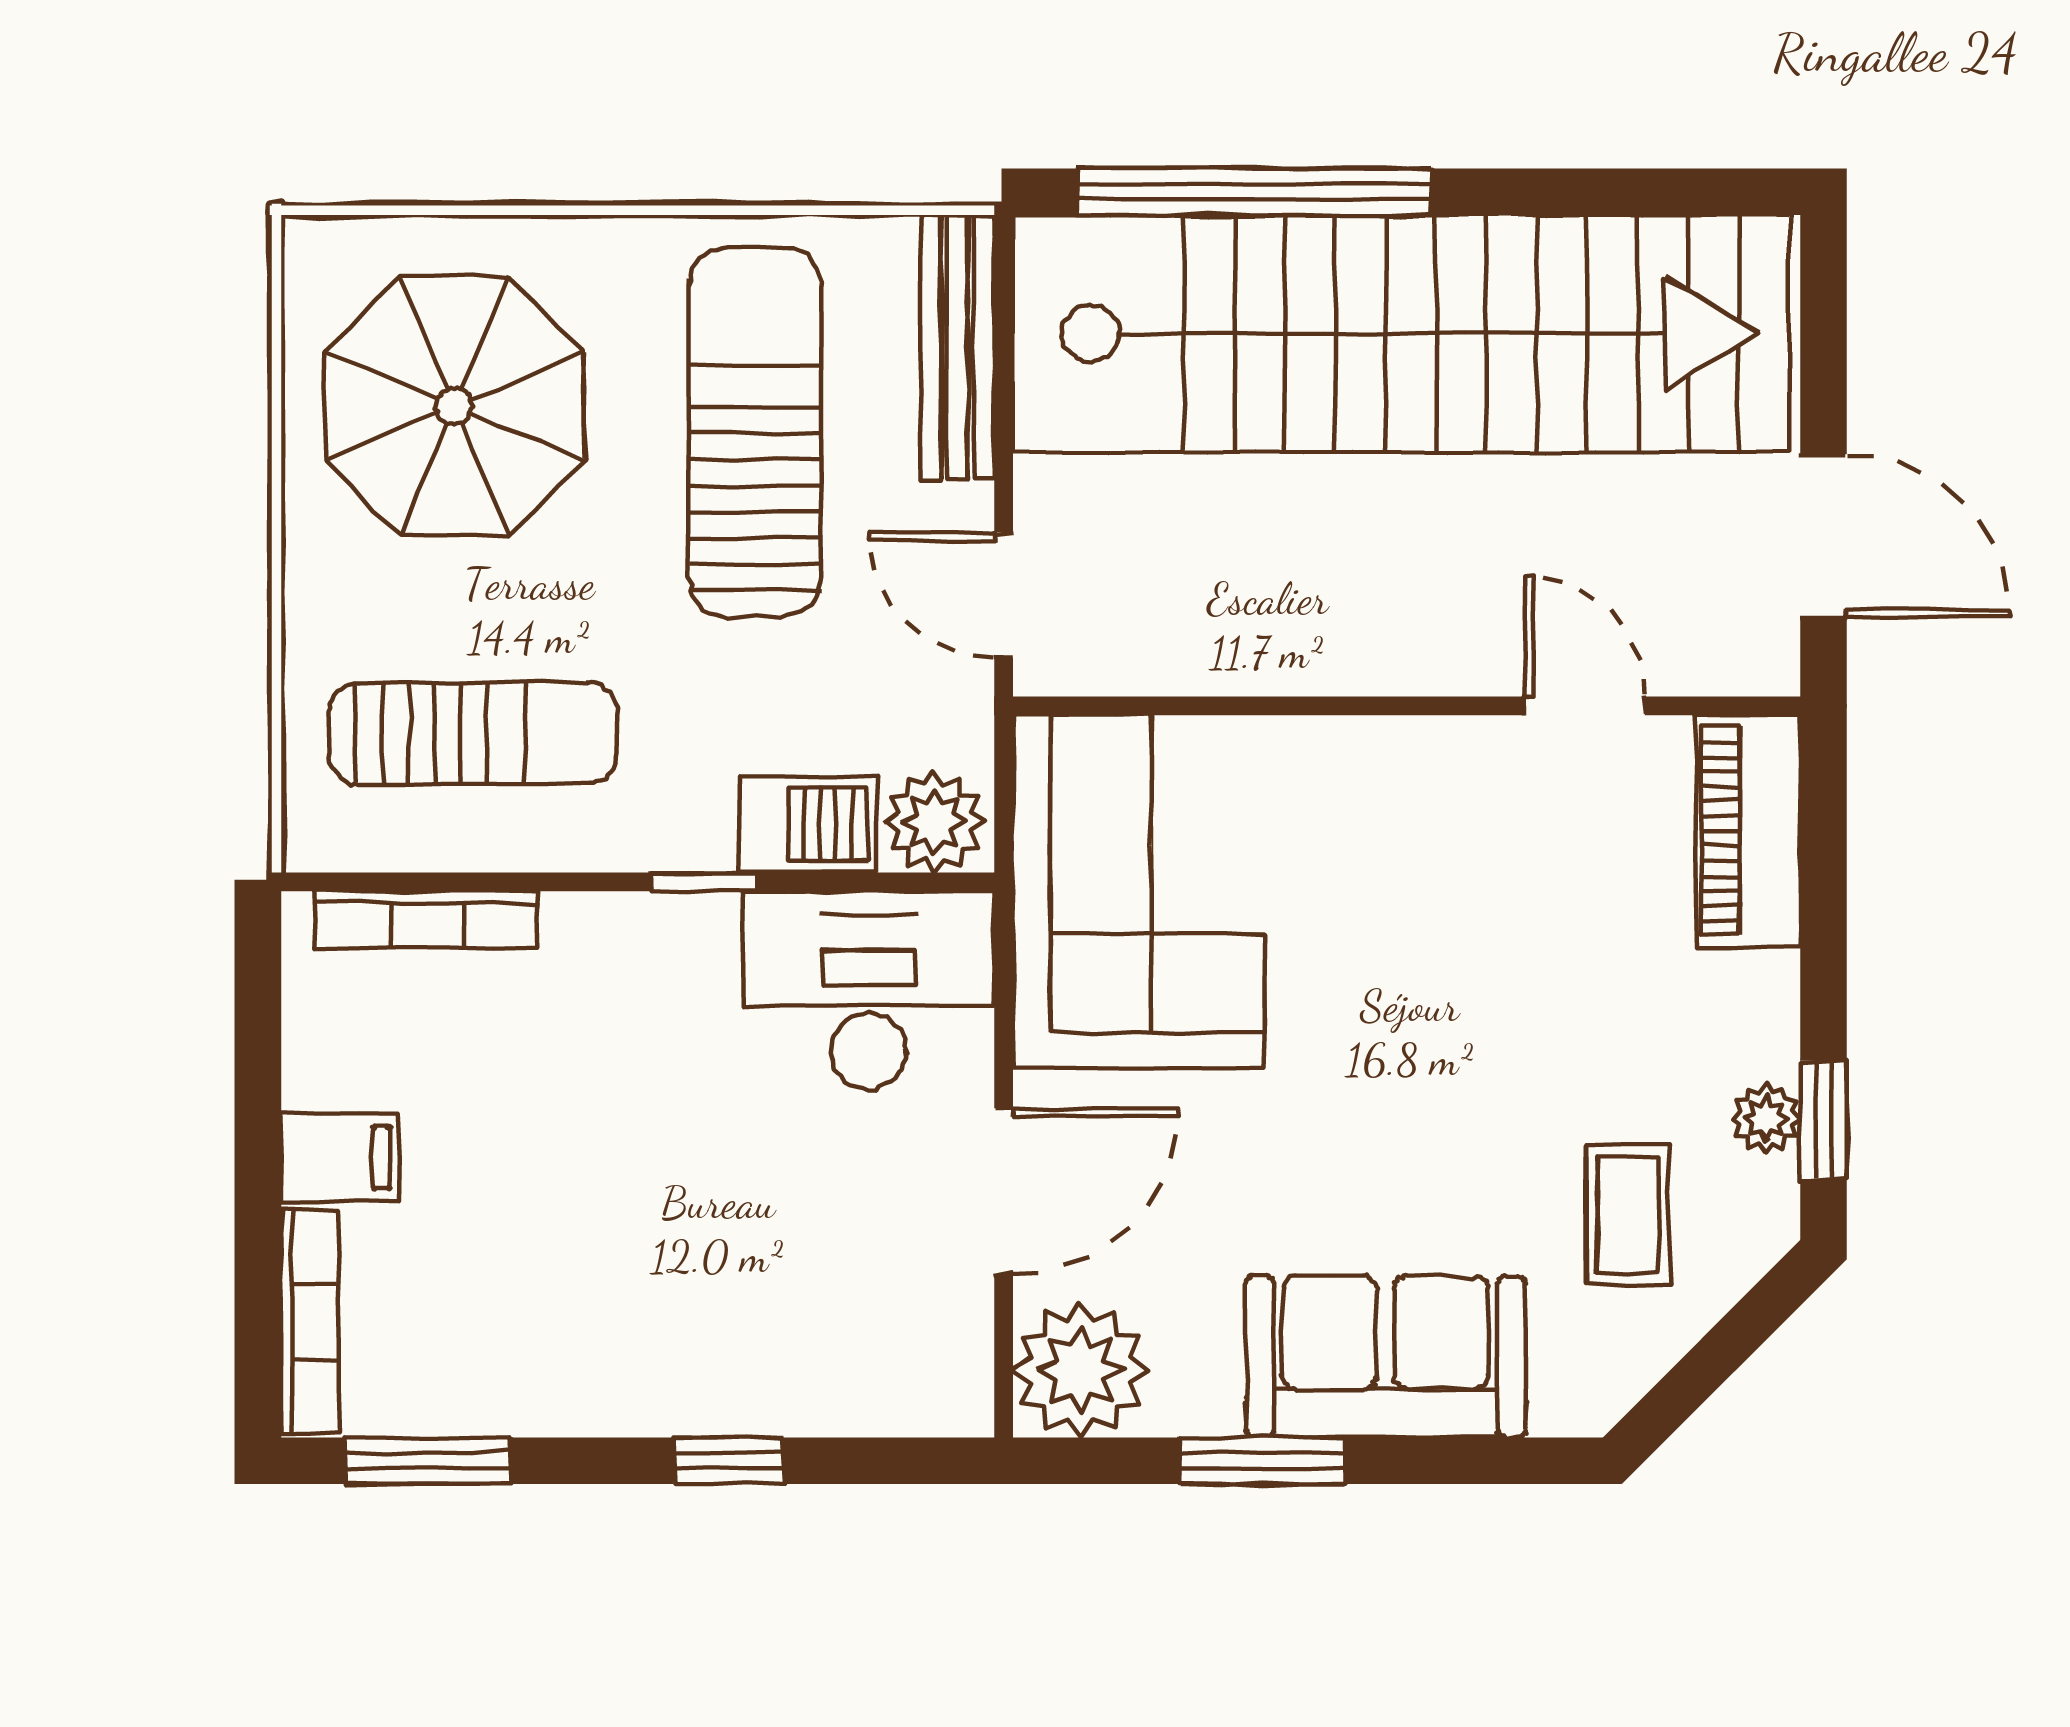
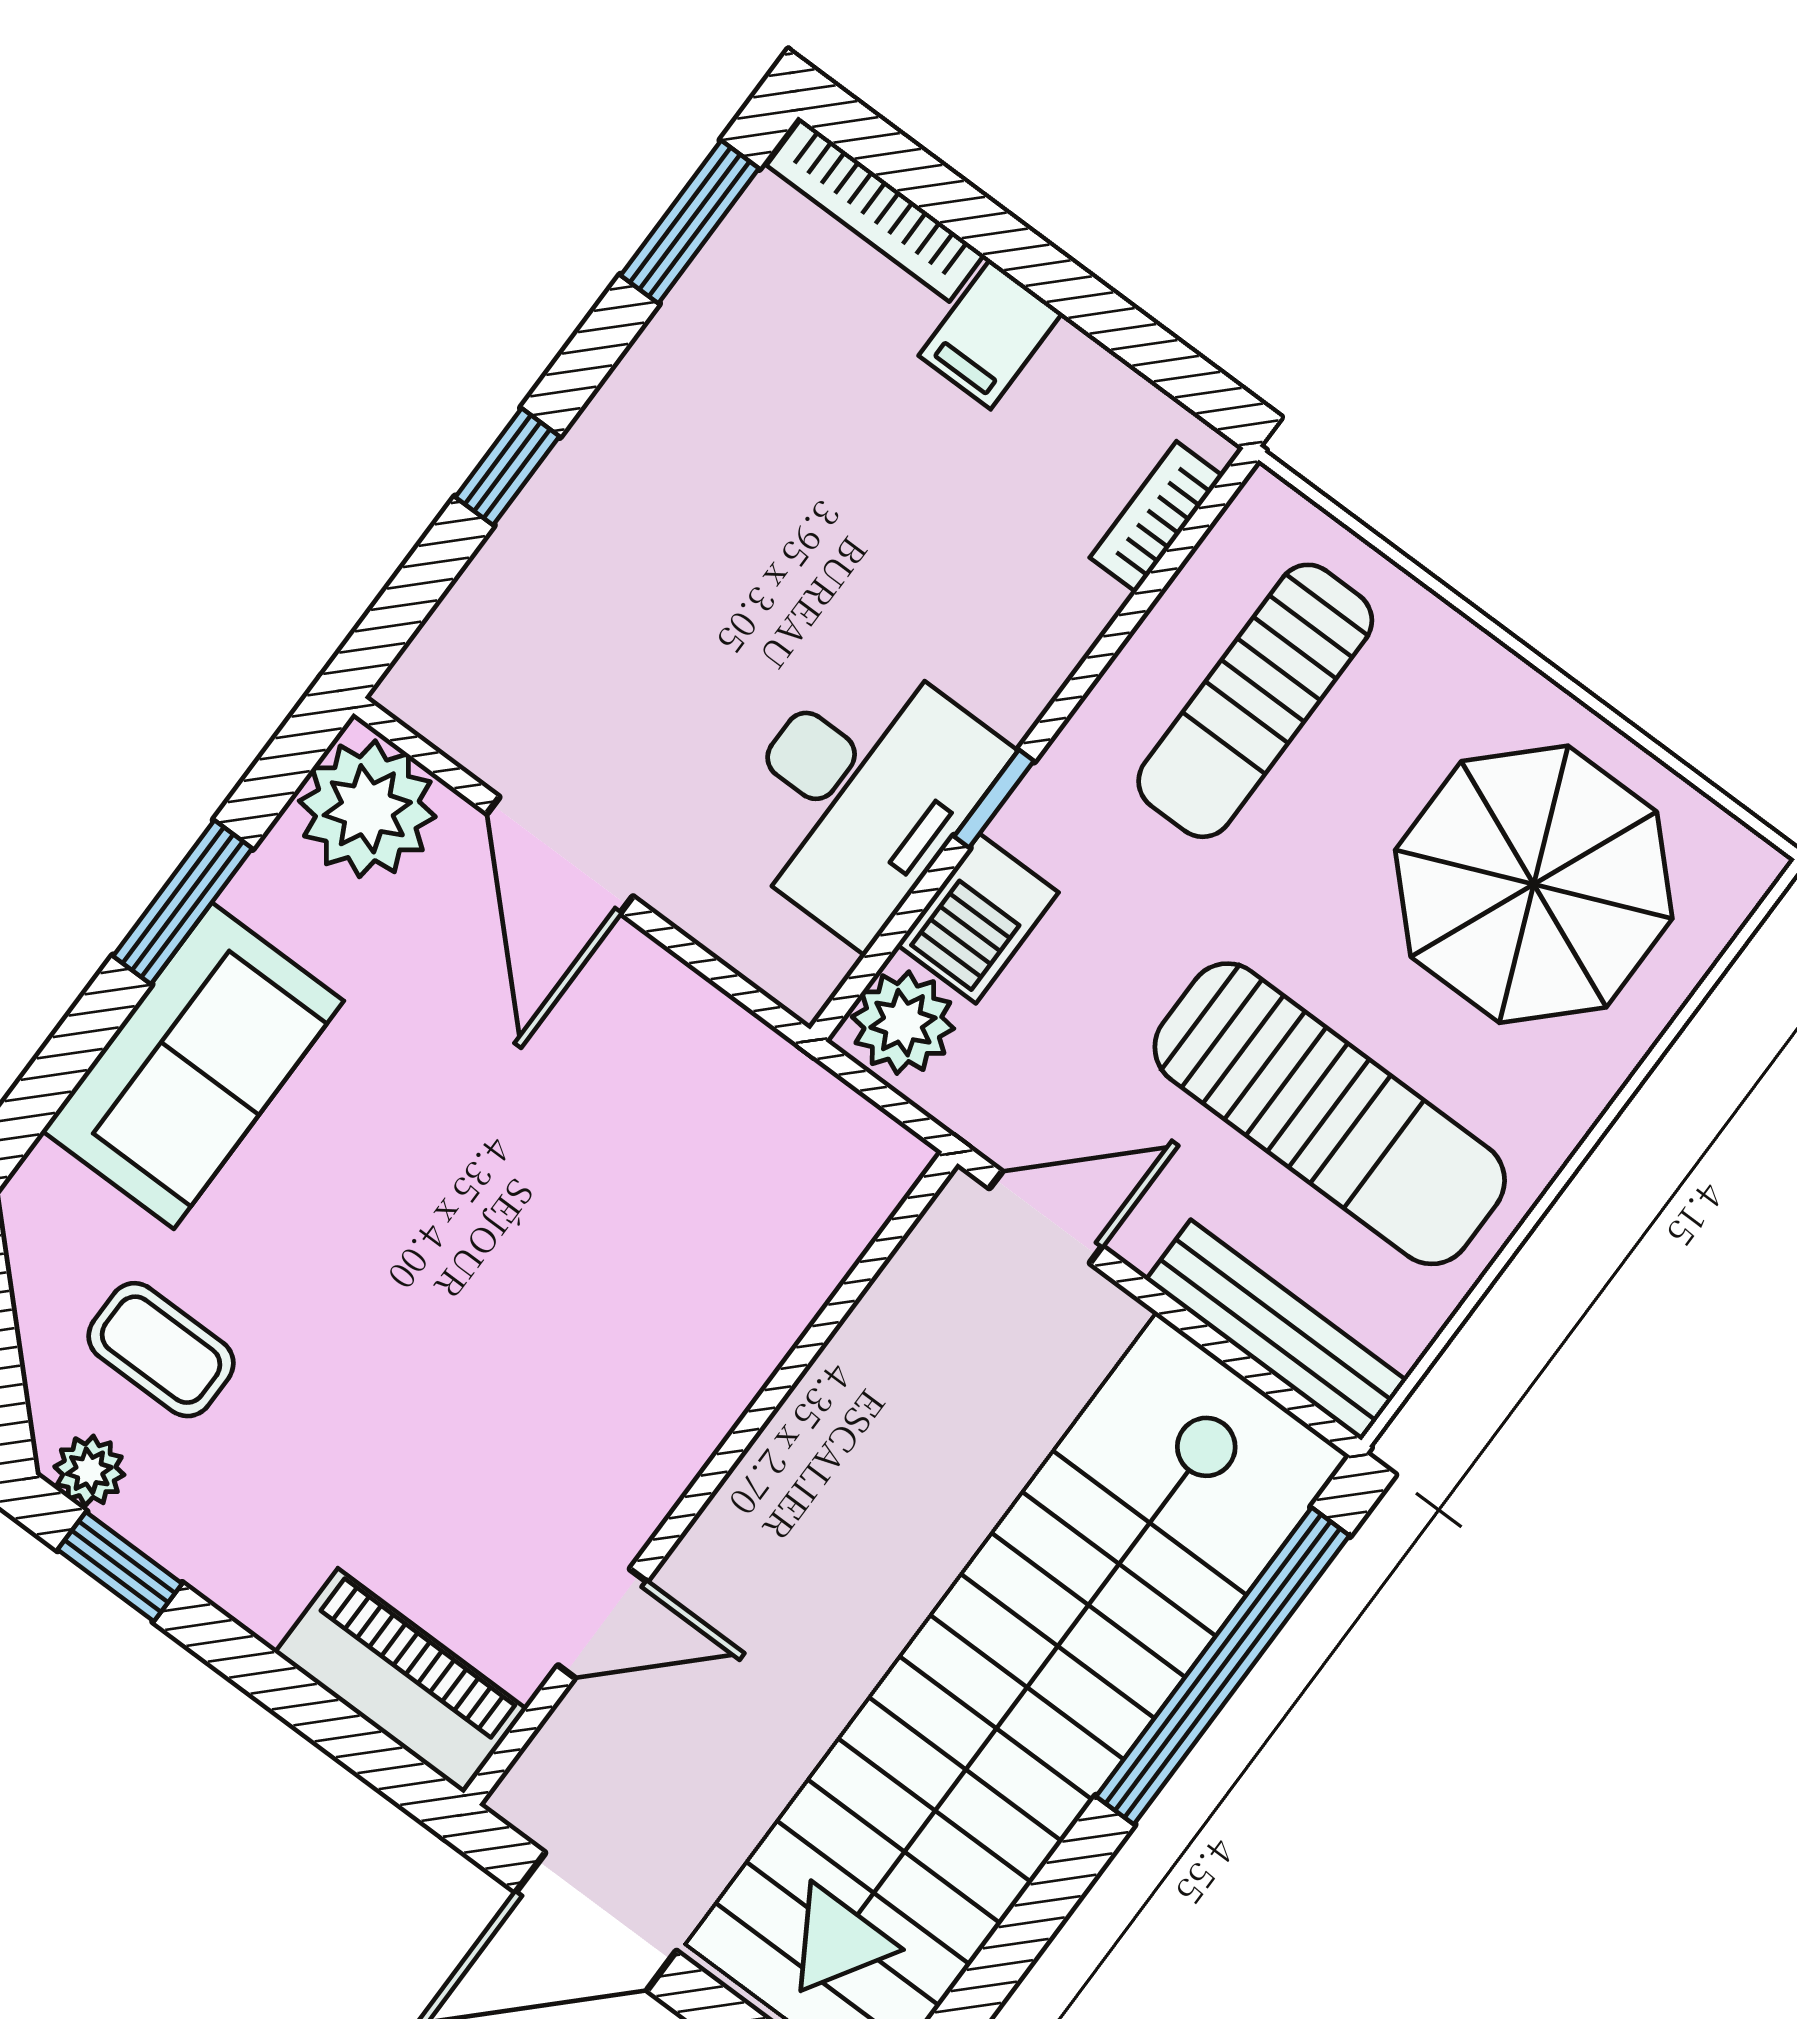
corner sofa: (1139, 892) -> (722, 1147), removed
bookcase: (426, 920) -> (1156, 517), width x0.64
desk: (869, 990) -> (861, 793), moved
plant: (1766, 1118) -> (89, 1471), moved

